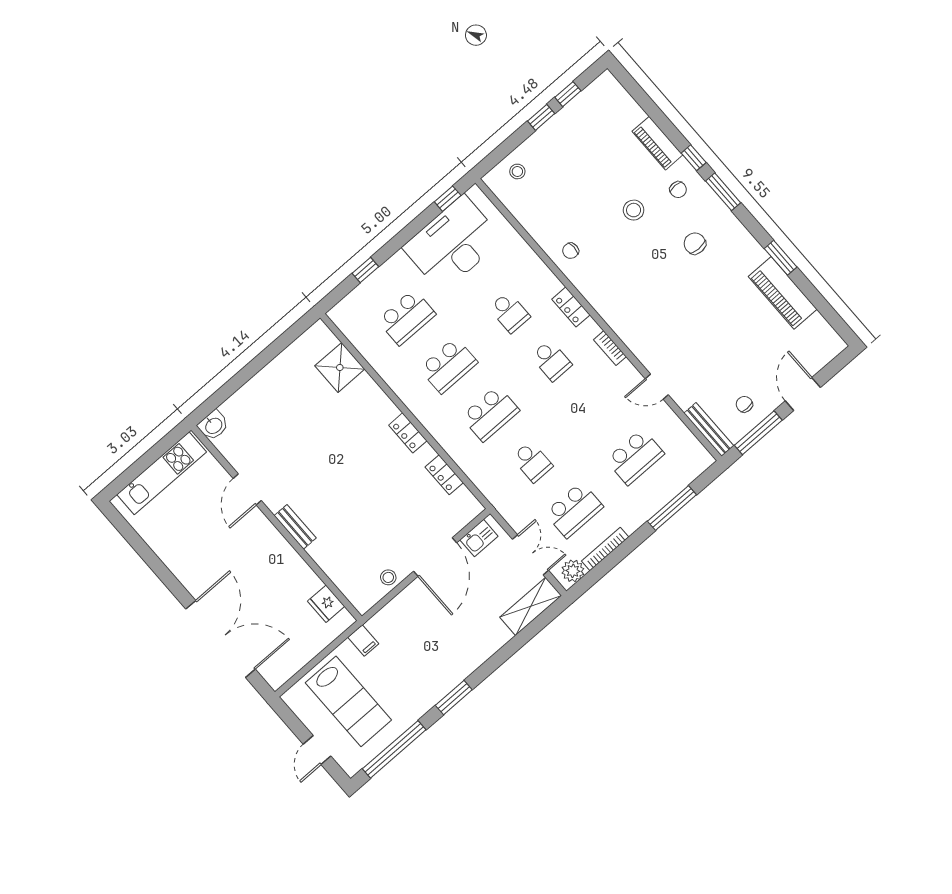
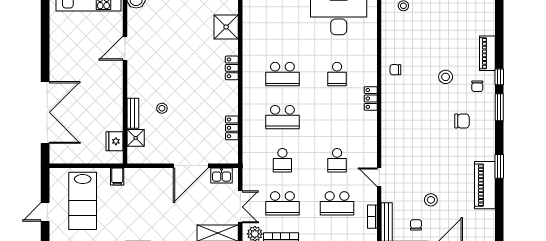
chair: (695, 243) -> (462, 121), turned 90
school desk: (407, 317) -> (282, 31), removed
bookcase: (610, 348) -> (372, 217), moved
school desk: (551, 361) -> (337, 160), moved
stool: (737, 362) -> (431, 200), added
locker: (408, 433) -> (232, 68), moved
bench: (295, 527) -> (133, 113), moved
stool: (388, 577) -> (162, 108), moved
shower: (346, 579) -> (136, 138), added

